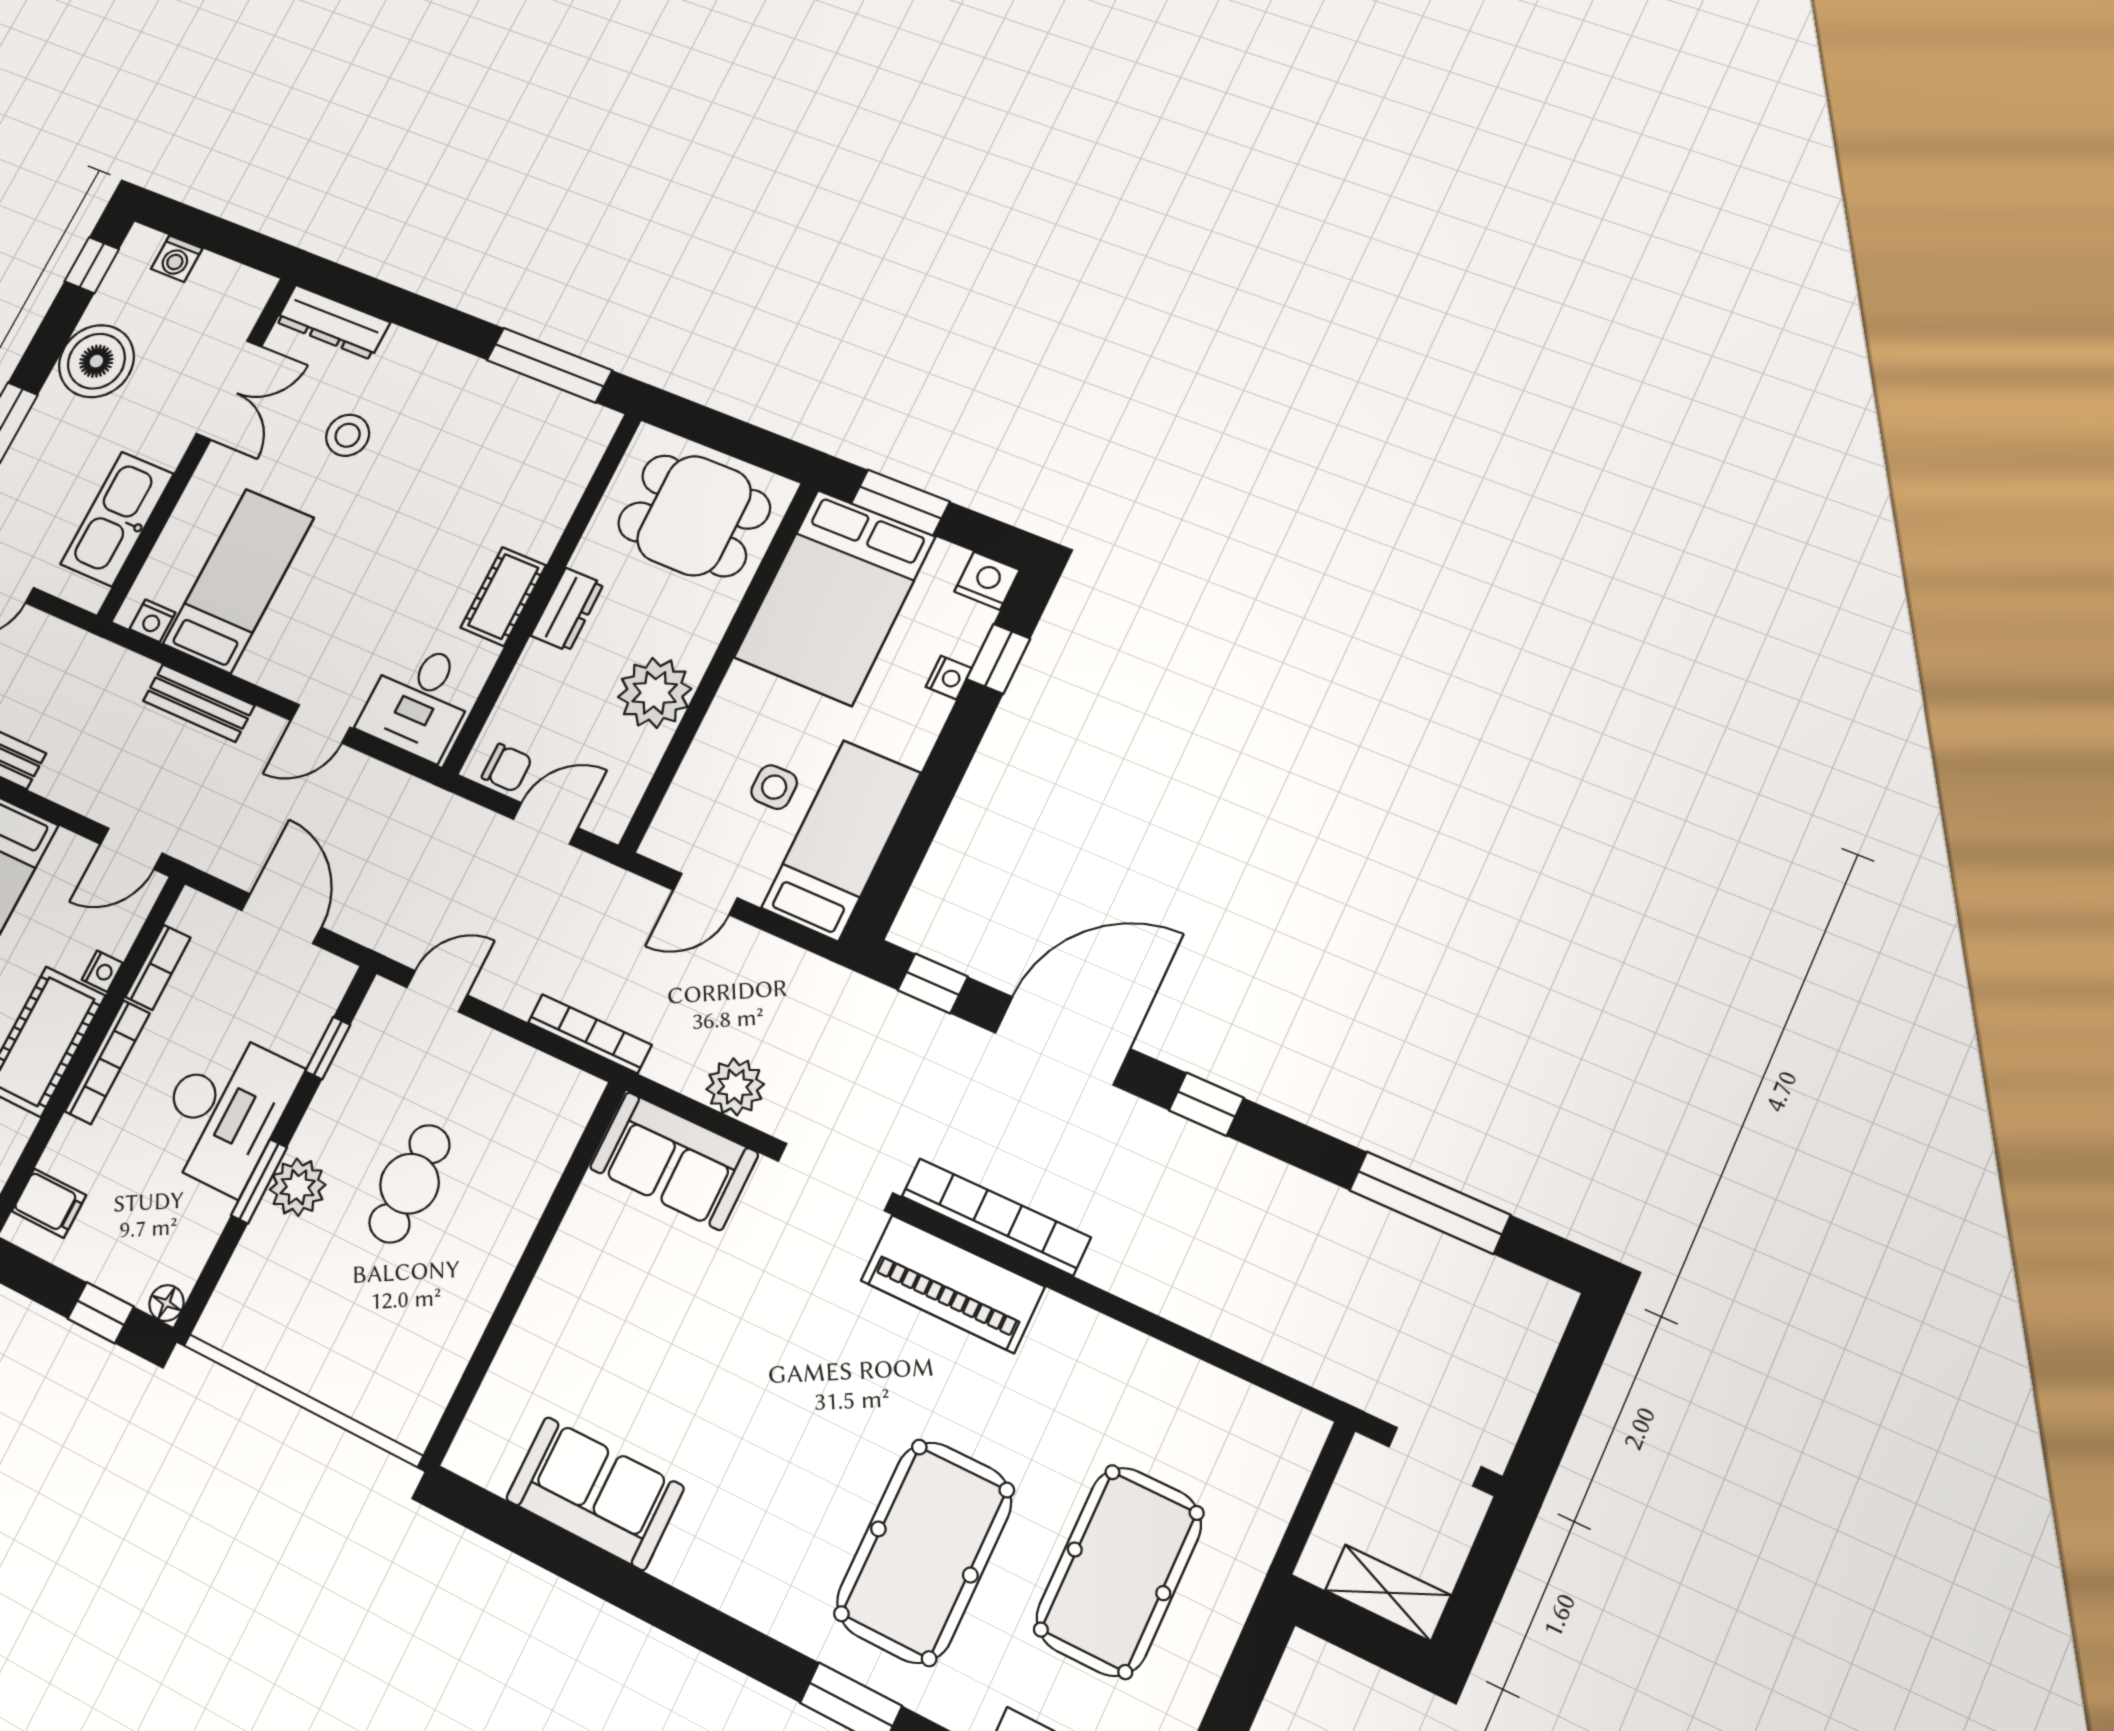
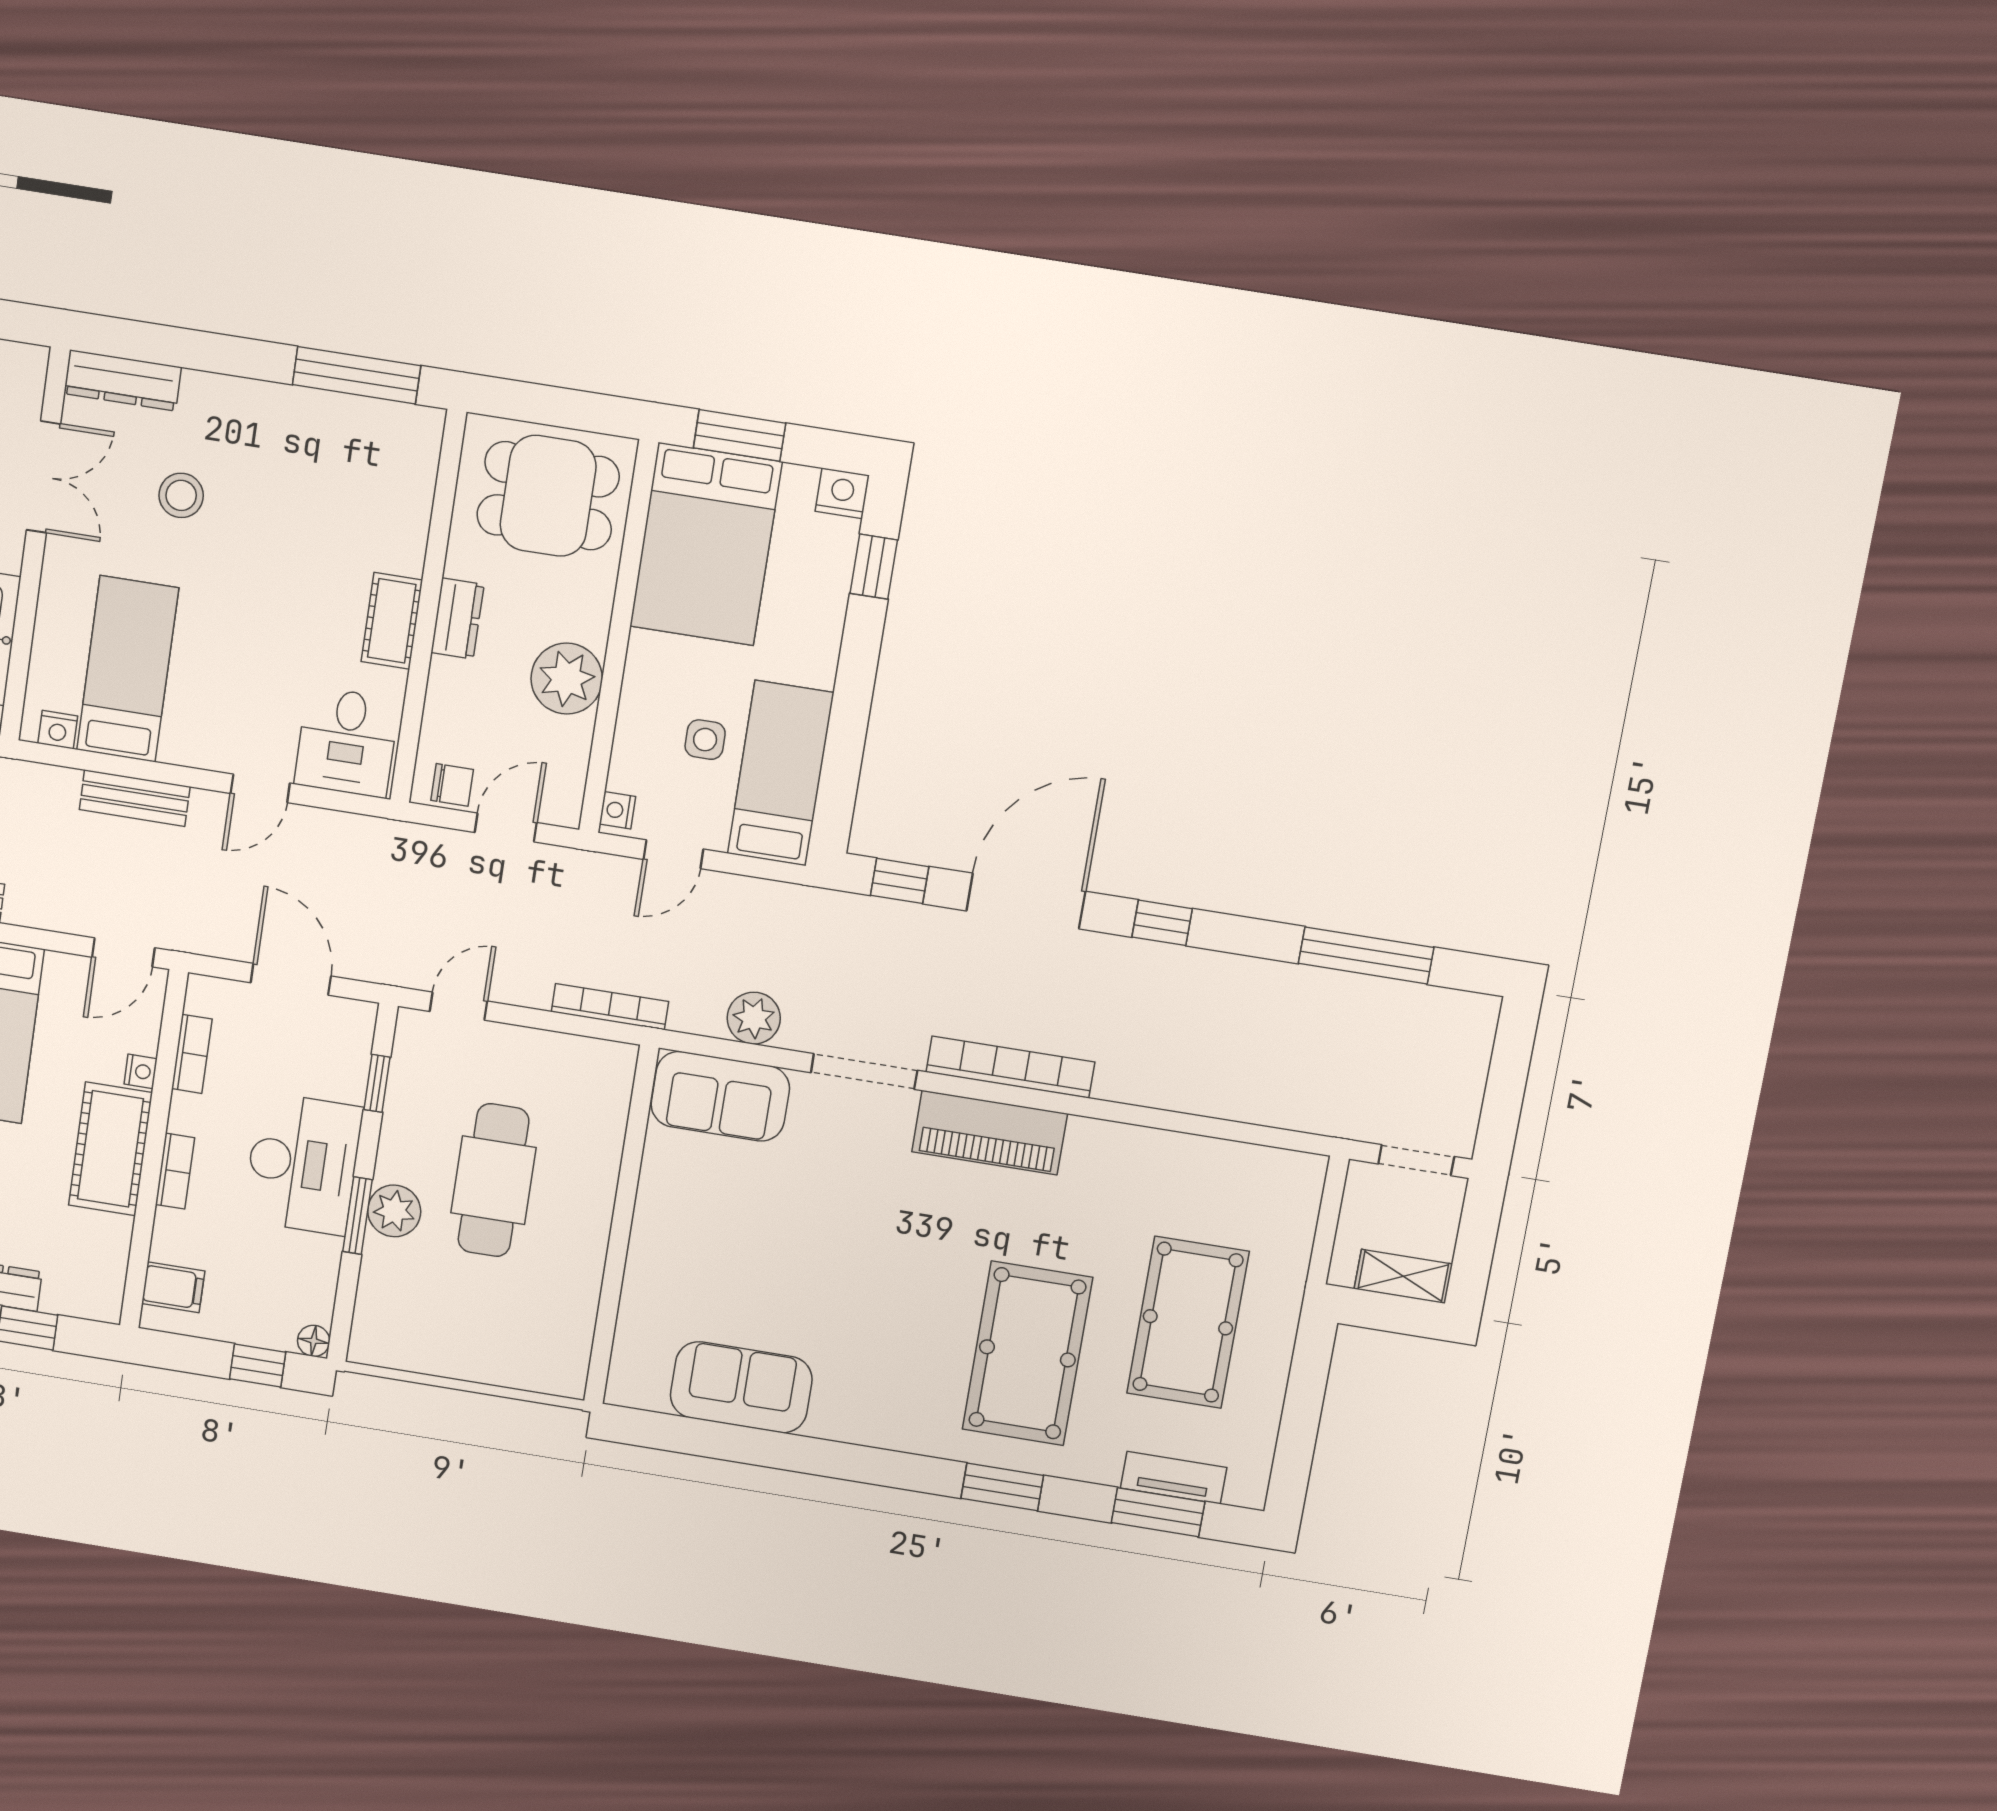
nightstand: (949, 678) -> (617, 810), moved, turned 180
bookcase: (107, 1062) -> (175, 1171), width x0.64
cafe table: (410, 1184) -> (493, 1180), width x1.37, depth x1.35

